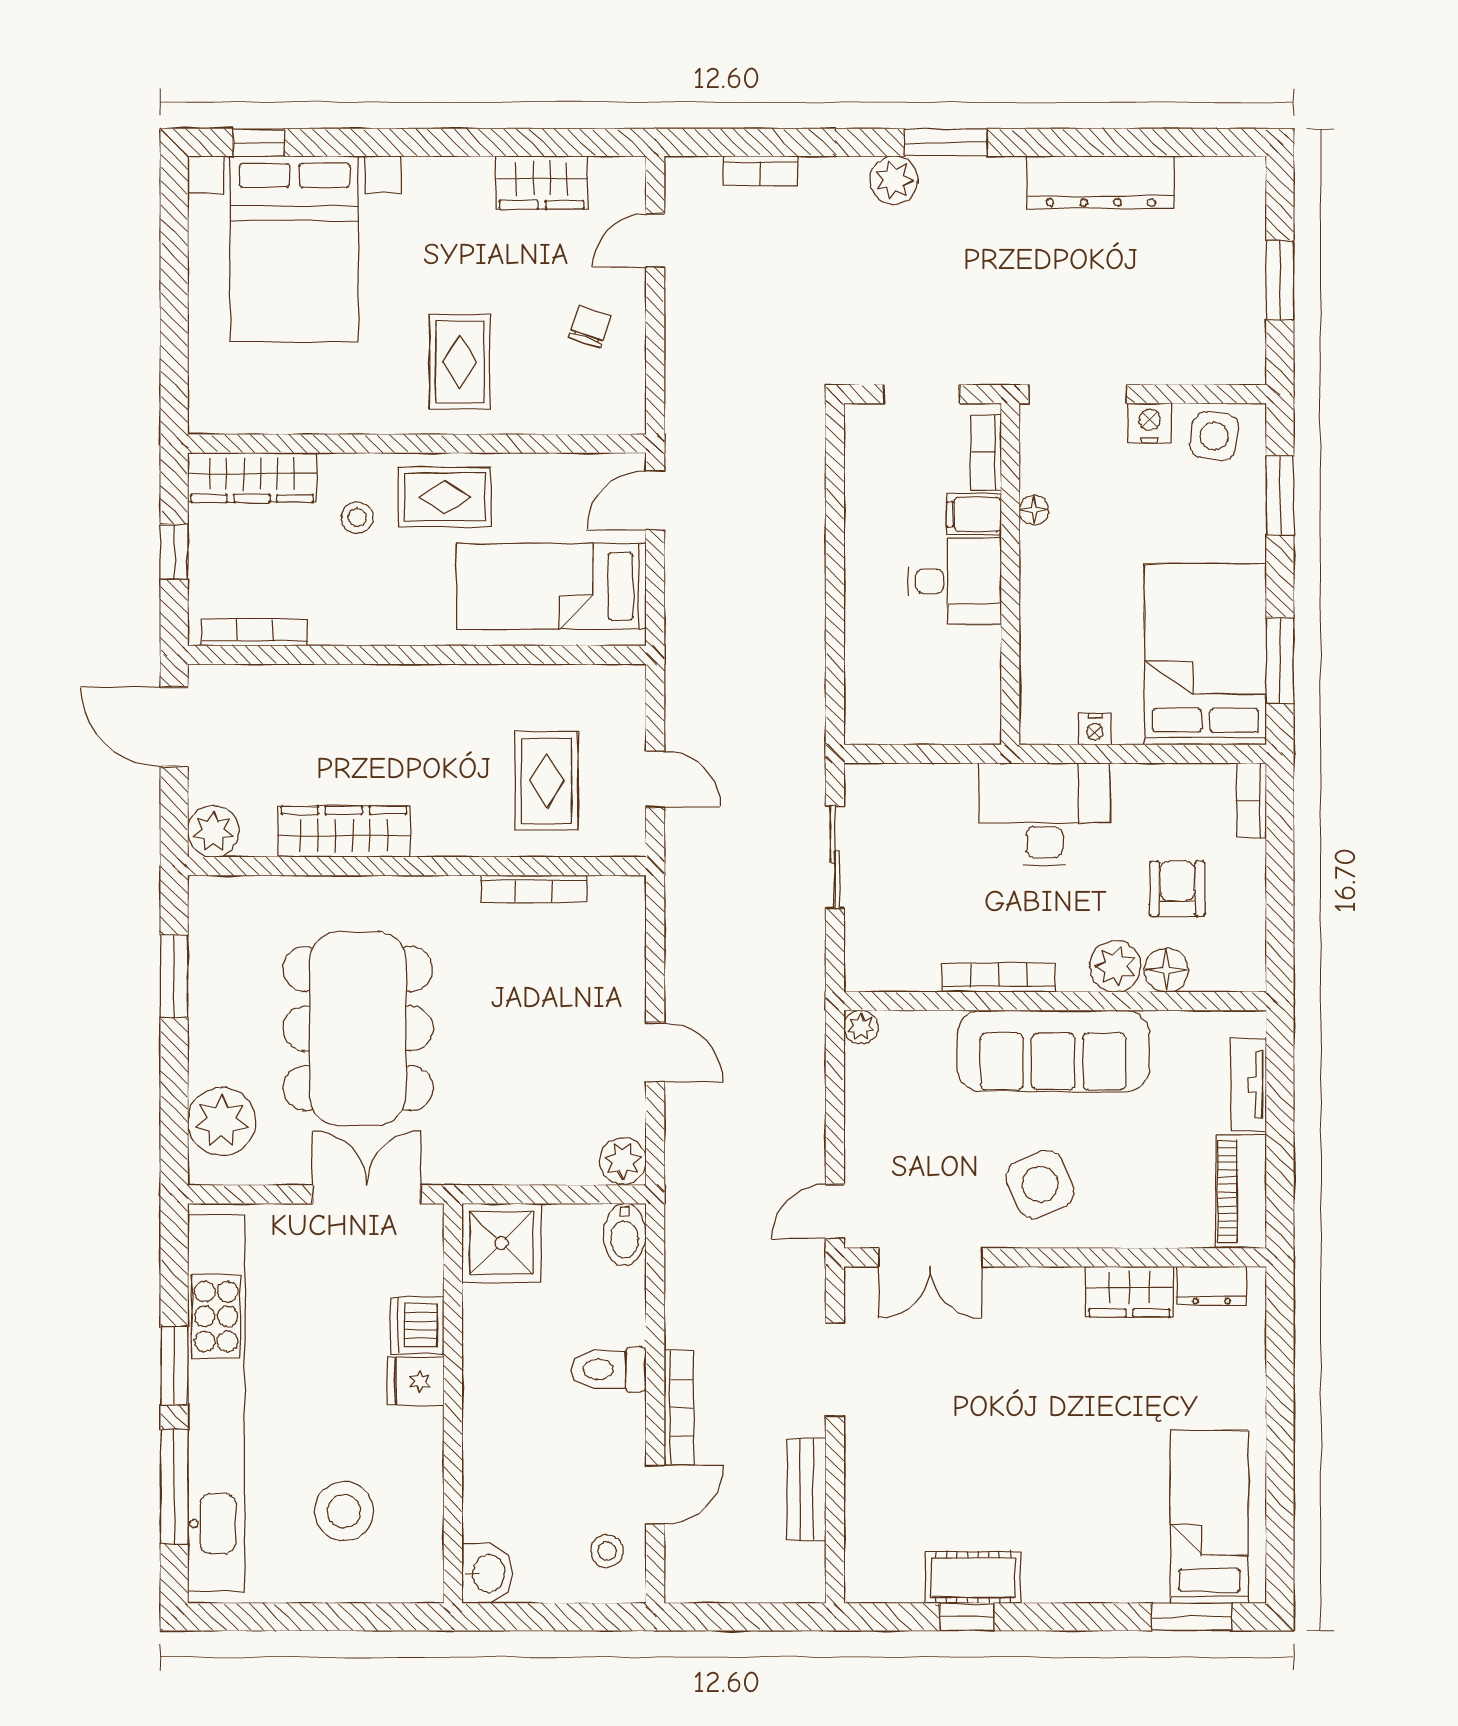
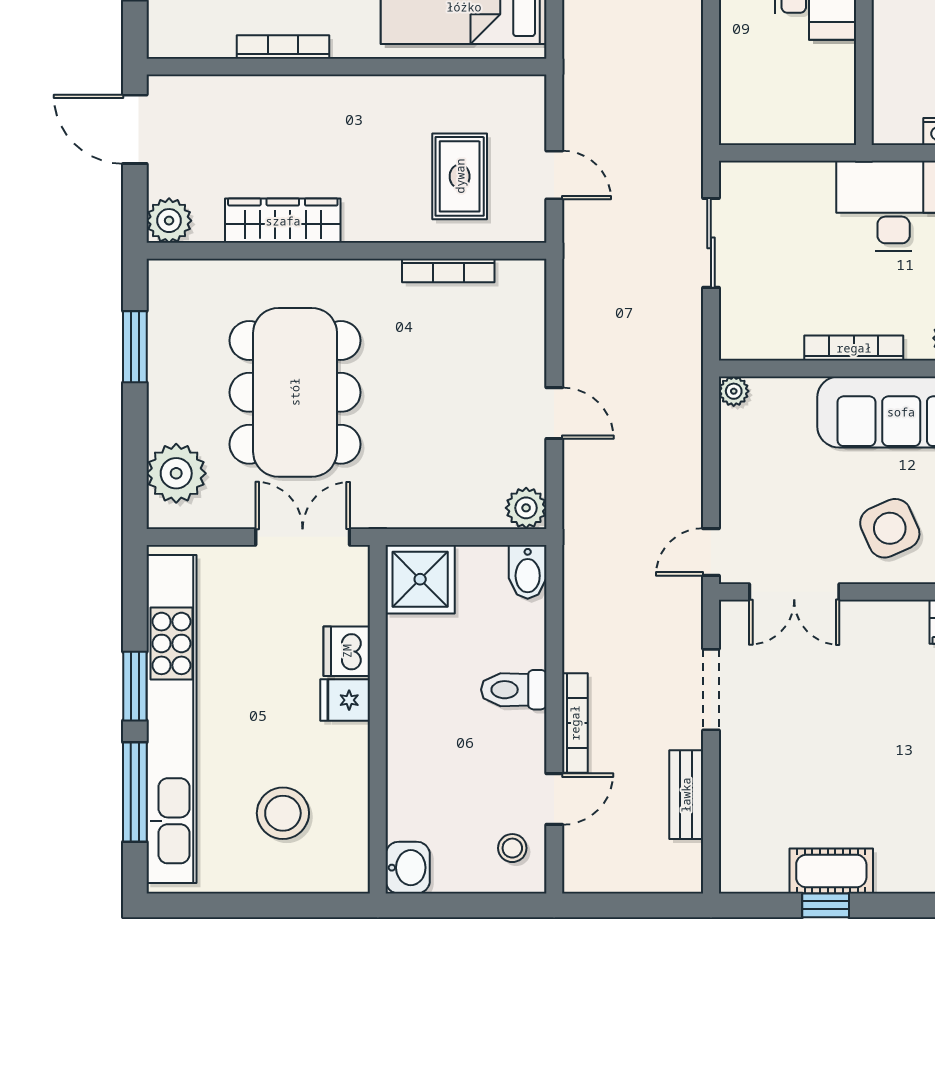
bookcase: (255, 632) -> (283, 47), moved

